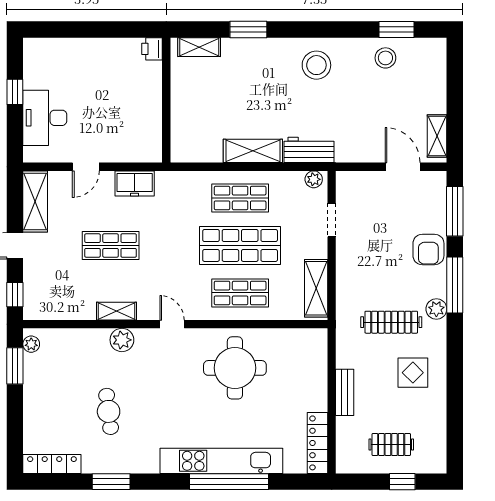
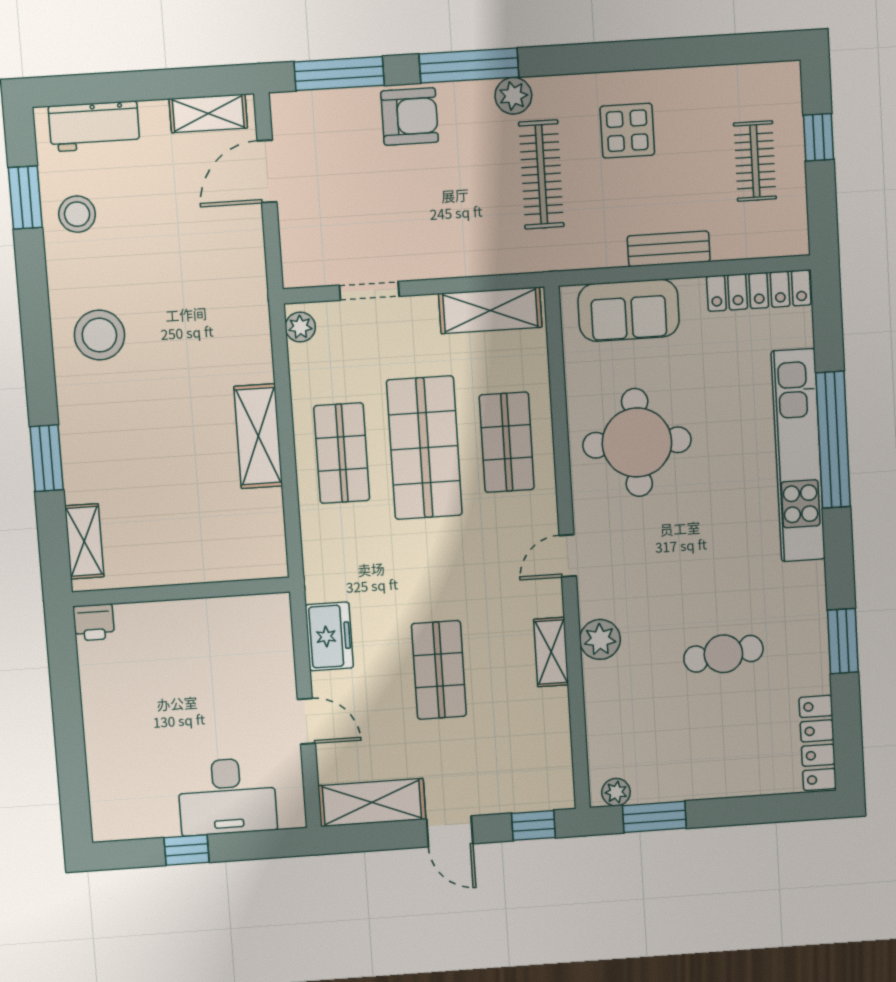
workbench: (309, 150) -> (94, 126), moved, turned -90
sofa: (311, 367) -> (629, 310), added

